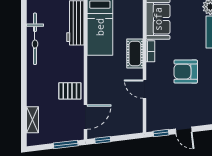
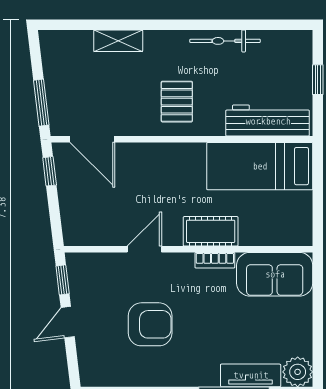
bicycle: (35, 39) -> (225, 41), width x0.73, depth x0.71
armchair: (186, 72) -> (150, 324), moved, turned 90
pallet: (70, 91) -> (177, 102), moved
shelving: (32, 120) -> (118, 41), moved

